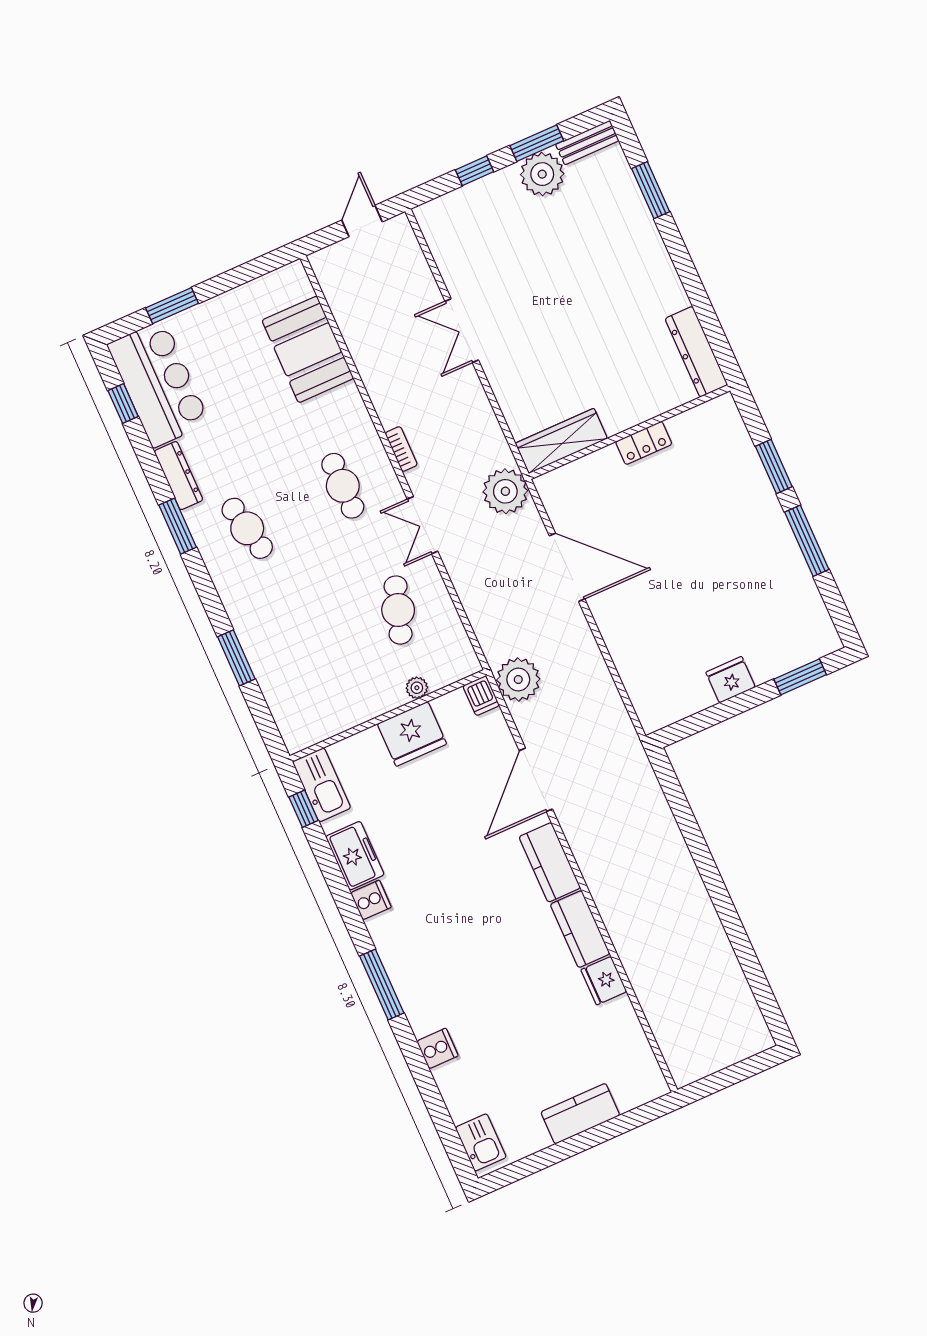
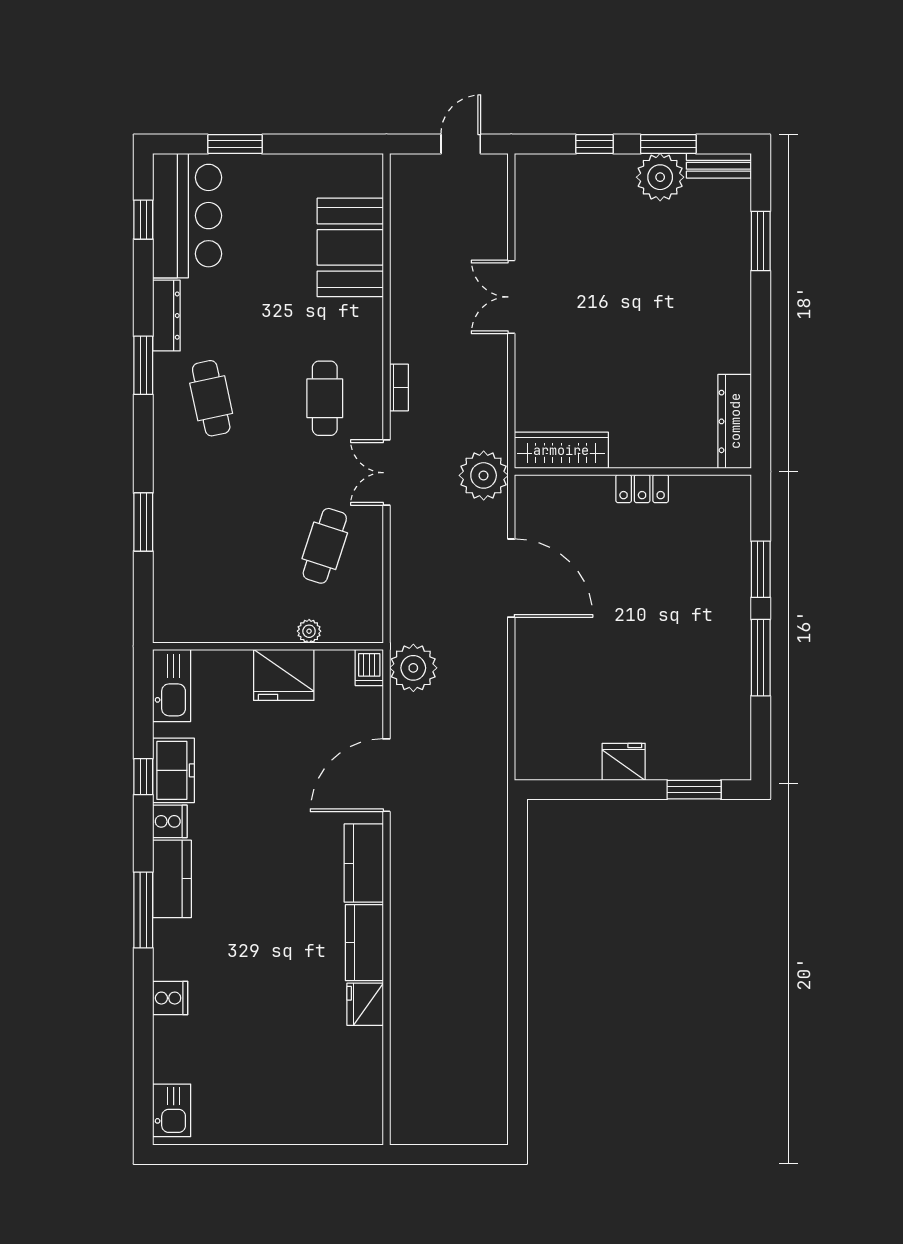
window: (304, 809) -> (143, 777), moved
kitchen counter: (580, 1114) -> (172, 879), moved, turned 90

